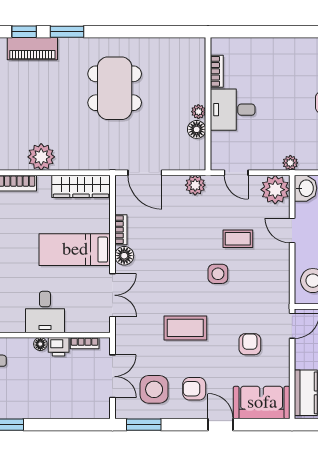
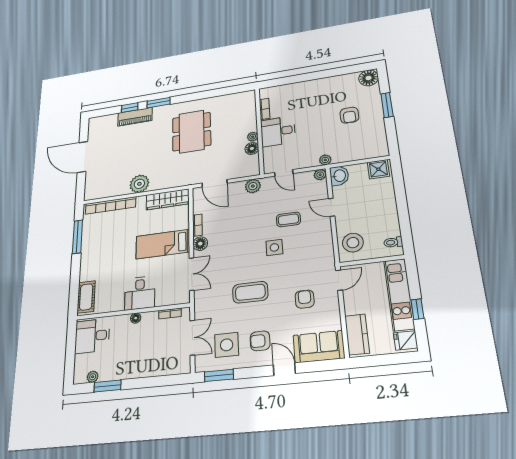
plant: (275, 190) -> (320, 175), width x0.53, depth x0.53
printer: (59, 347) -> (150, 319), removed

